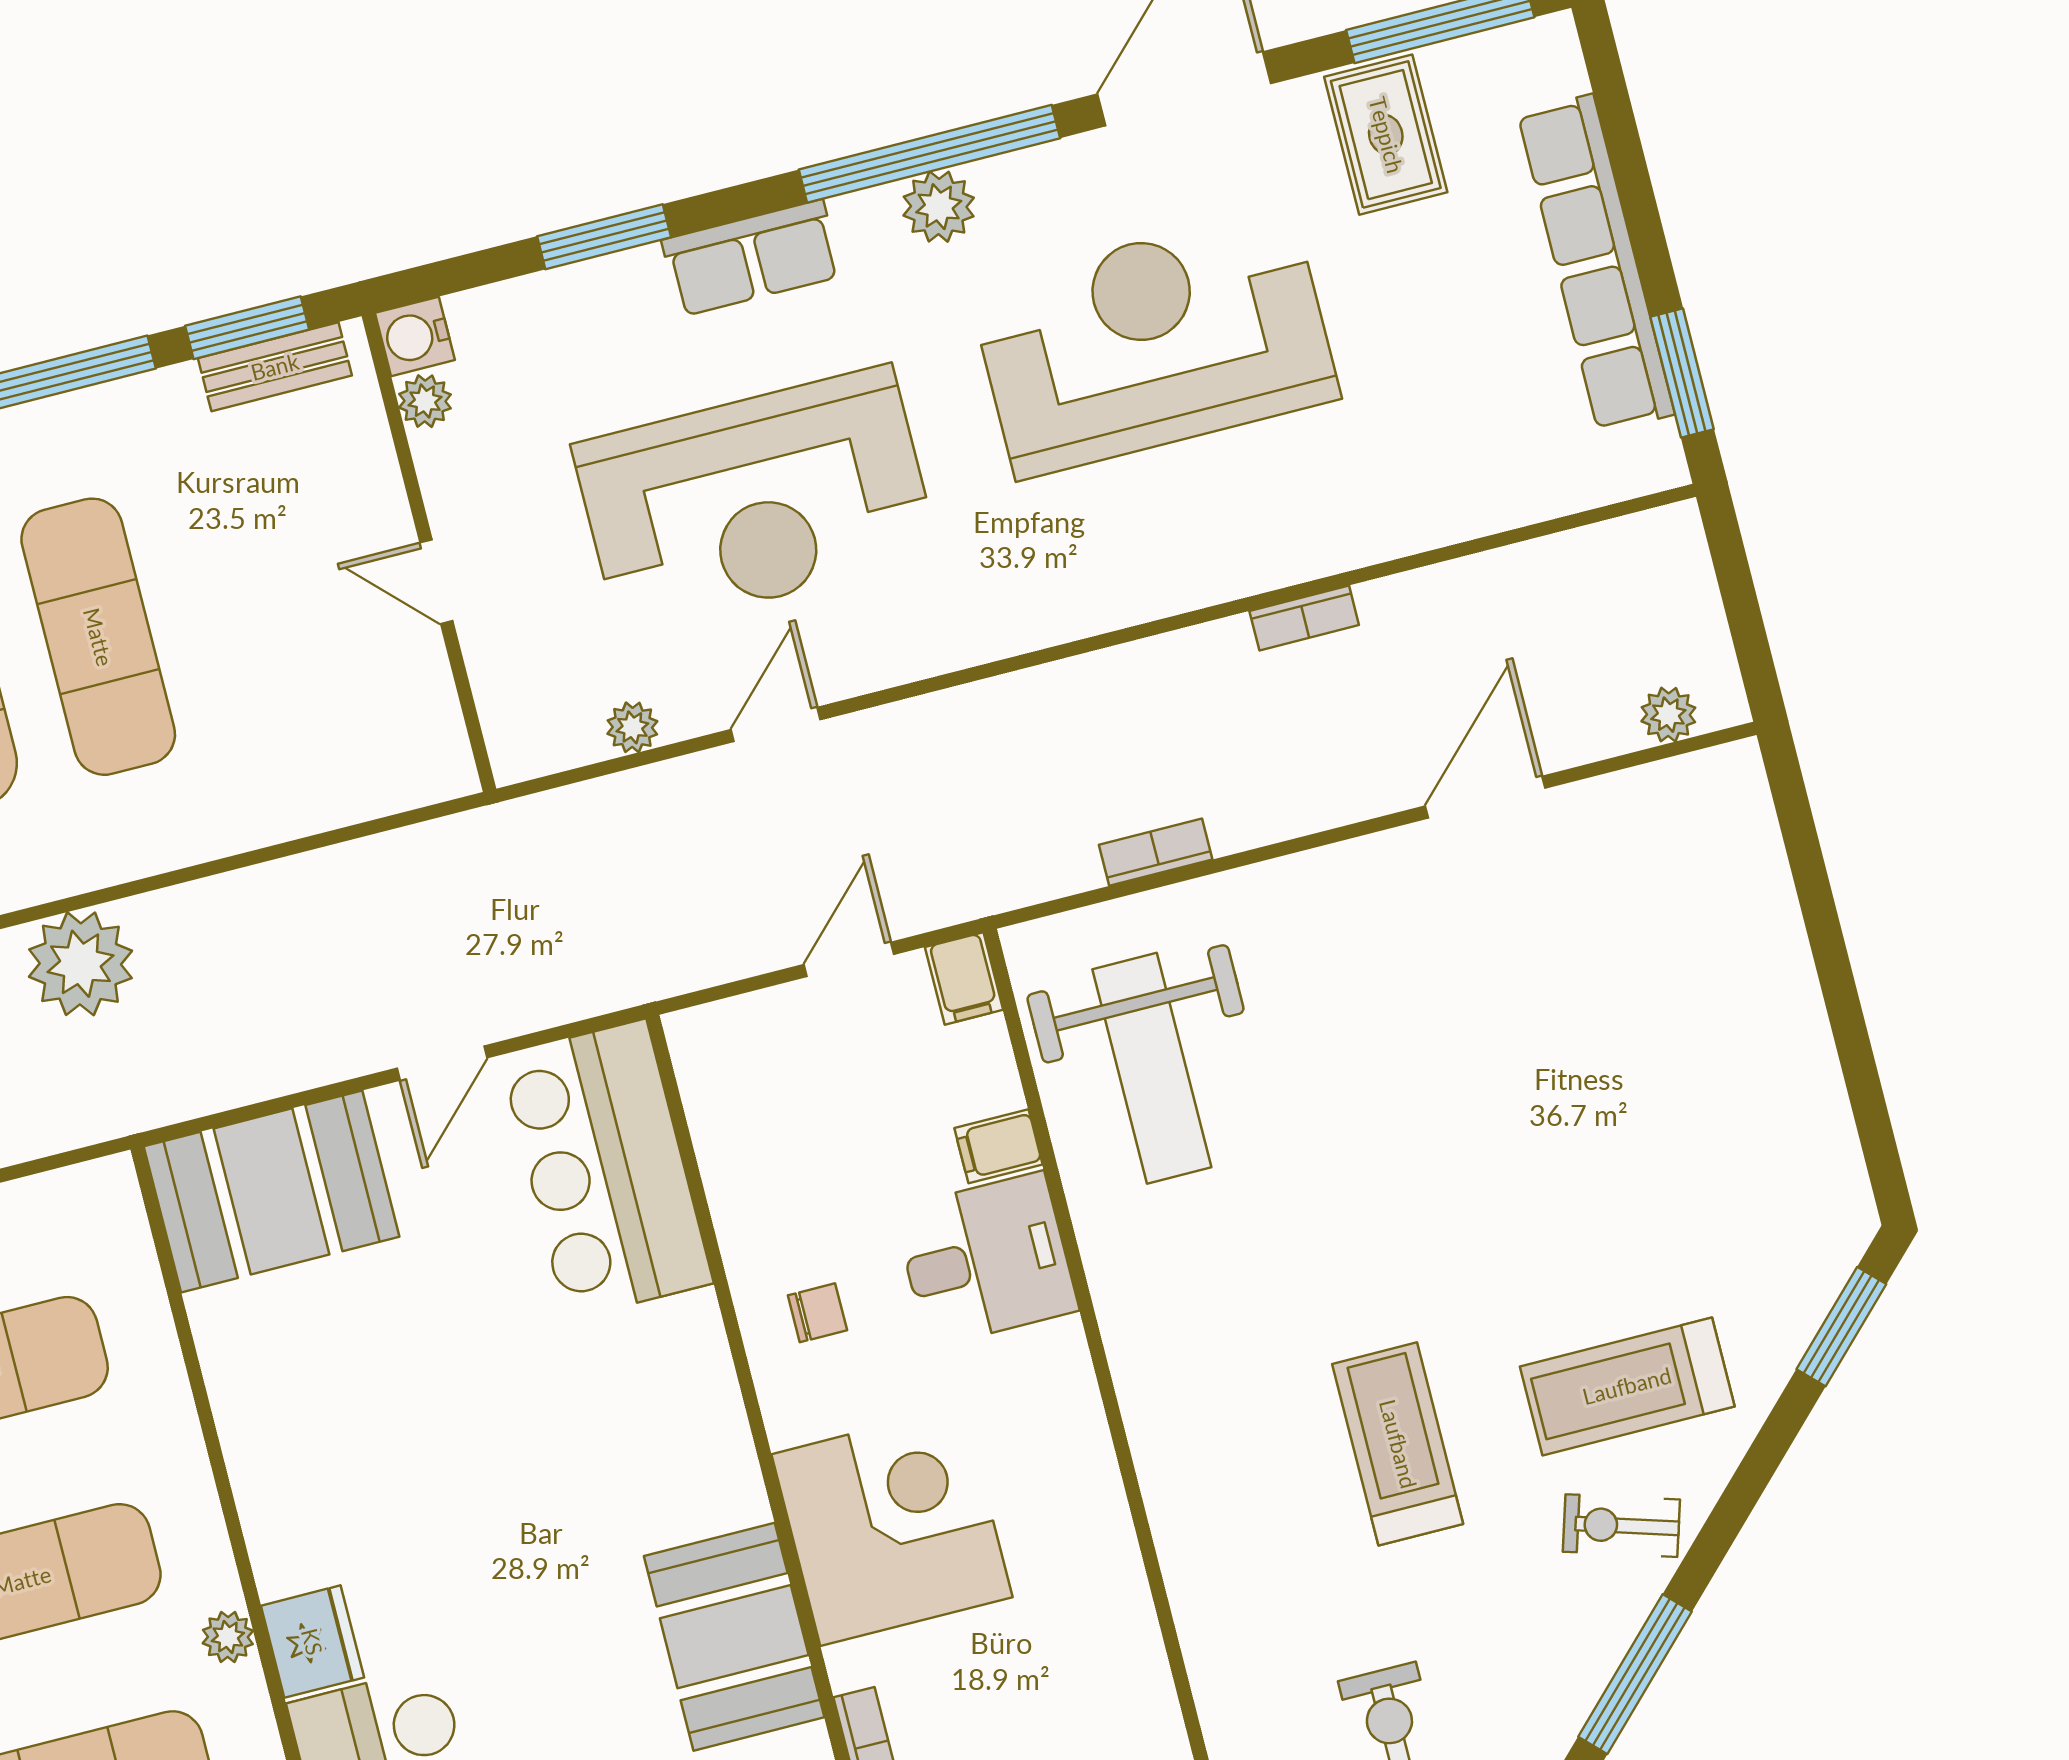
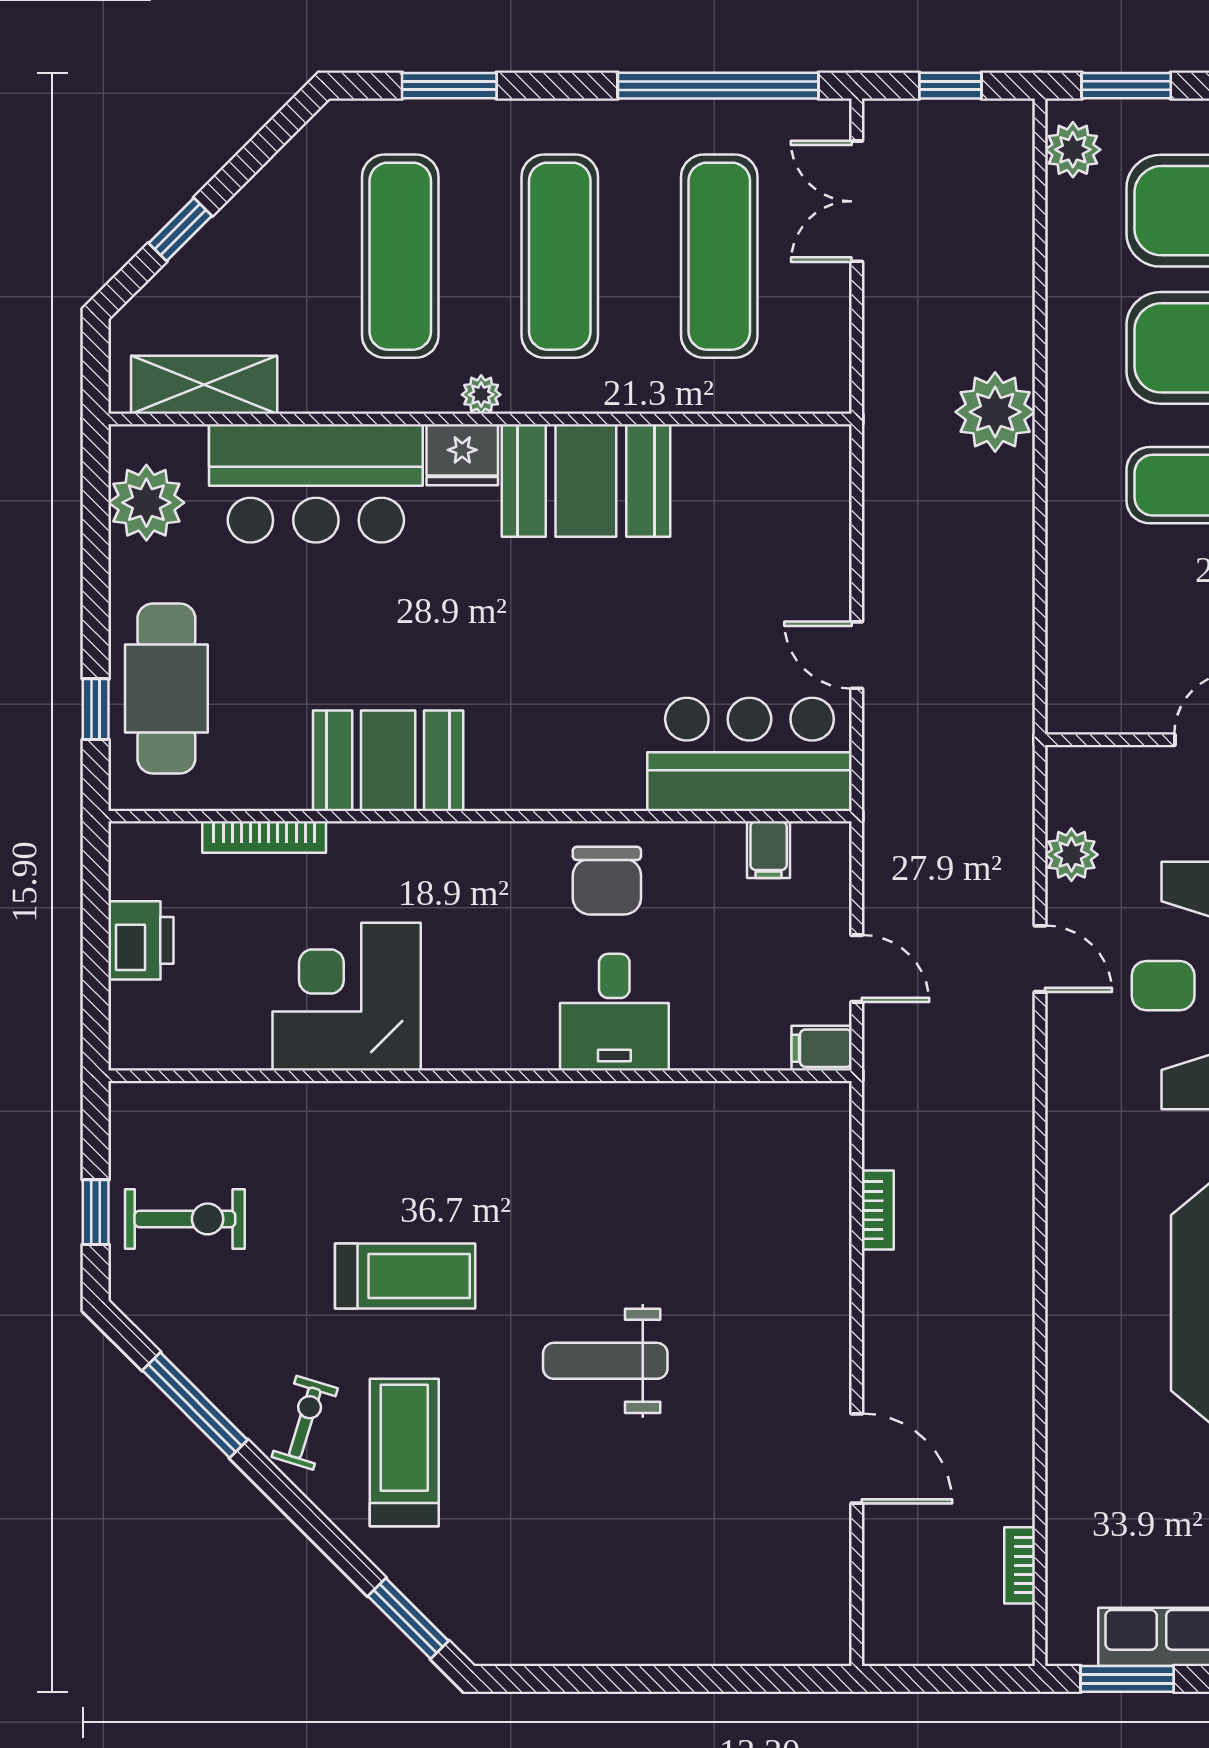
bookcase: (1304, 618) -> (1020, 1565), moved
plant: (1668, 715) -> (883, 1606), removed
plant: (632, 727) -> (1071, 855), width x1.38, depth x1.38
weight bench: (1152, 1068) -> (605, 1361), moved, width x0.73, depth x0.75
filing cabinet: (998, 1146) -> (769, 850), moved, turned 180
booth: (272, 1191) -> (586, 481), moved, turned 90
chair: (817, 1313) -> (607, 881), width x1.87, depth x1.87
corner desk: (892, 1526) -> (347, 997), moved, turned 180

